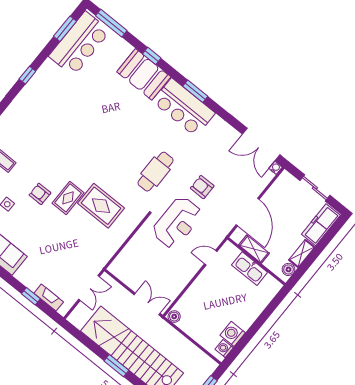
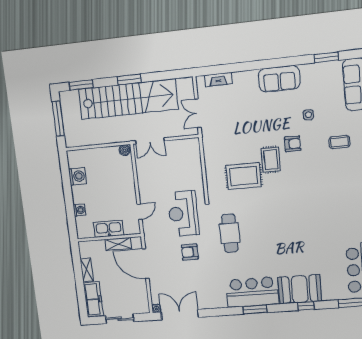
armchair: (202, 187) -> (190, 252), turned 180
boiler: (289, 269) -> (85, 252), removed
window: (31, 296) -> (231, 68), removed
washing machine: (224, 349) -> (79, 210), moved

